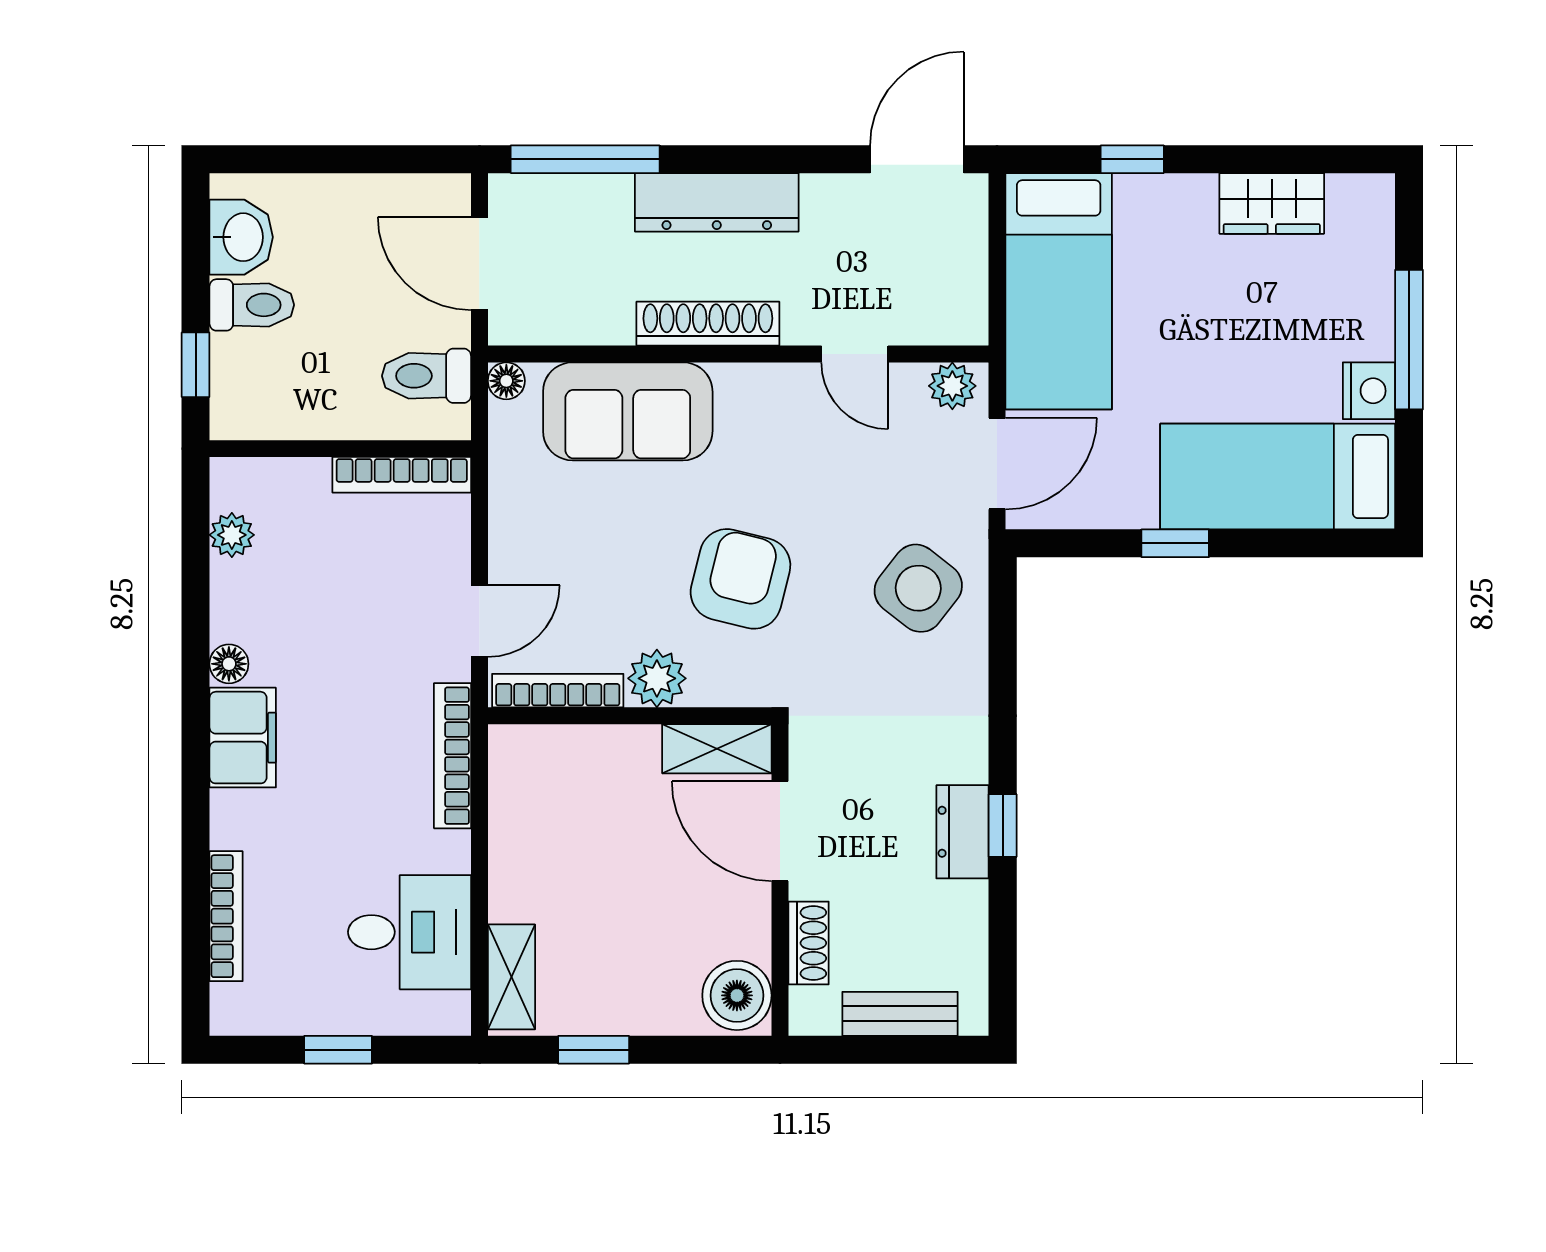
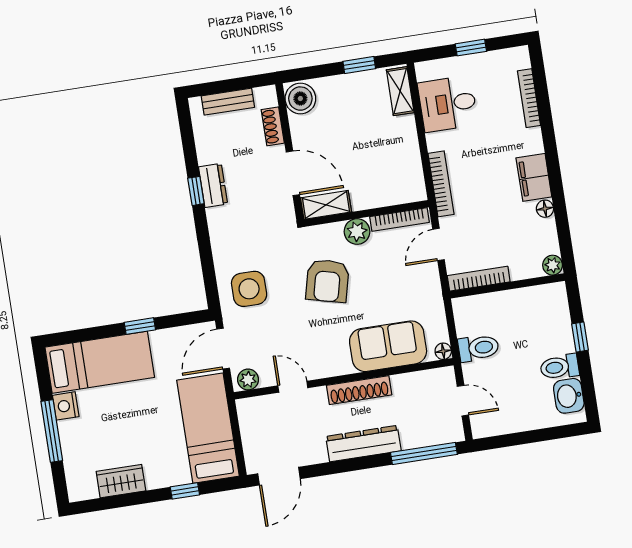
door: (479, 263) -> (463, 401), width x0.73
wall: (340, 449) -> (507, 286), moved
bookcase: (402, 475) -> (479, 279), moved
side table: (918, 588) -> (249, 289), turned -38

